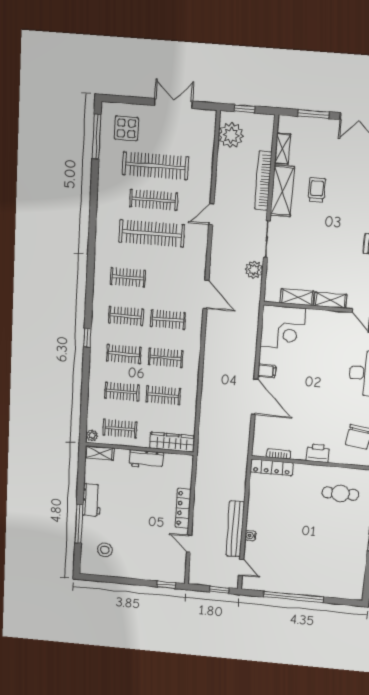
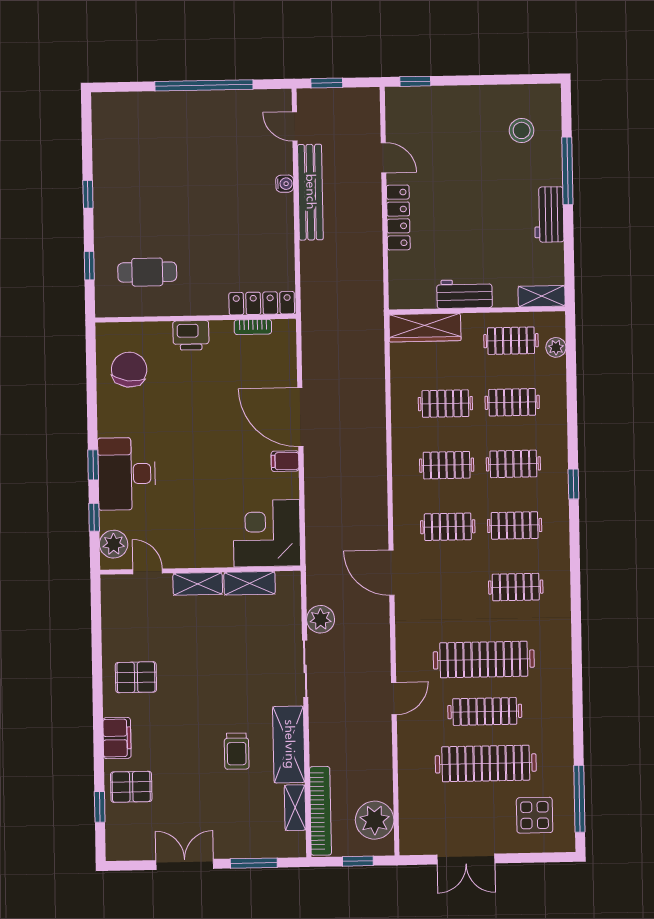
bookcase: (263, 181) -> (320, 811), moved
plant: (92, 436) -> (556, 347), moved

